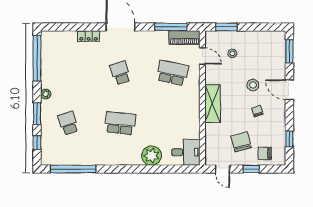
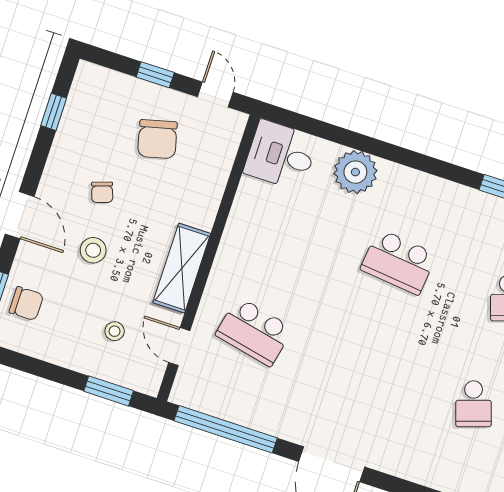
window: (171, 27) -> (226, 429), width x1.46
locker: (89, 36) -> (405, 467), removed
piano: (185, 38) -> (204, 398), removed
school desk: (120, 73) -> (474, 404), moved
shelving: (212, 104) -> (182, 268), moved
chair: (265, 153) -> (26, 304), moved

